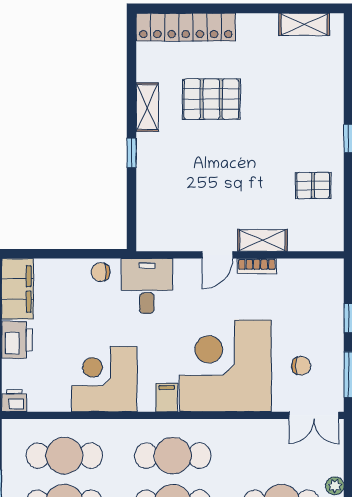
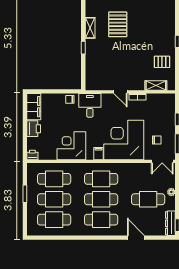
pallet: (211, 99) -> (118, 24), turned 90
shelving: (262, 240) -> (156, 86), moved
door: (217, 255) -> (120, 92), hinge flipped

